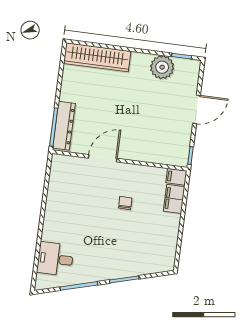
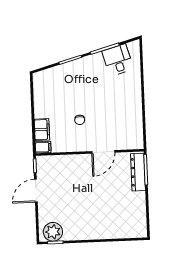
wardrobe: (97, 57) -> (121, 230), removed
plant: (162, 67) -> (53, 232), moved
door: (196, 109) -> (36, 191), moved
desk: (55, 259) -> (118, 60), moved, turned -106

